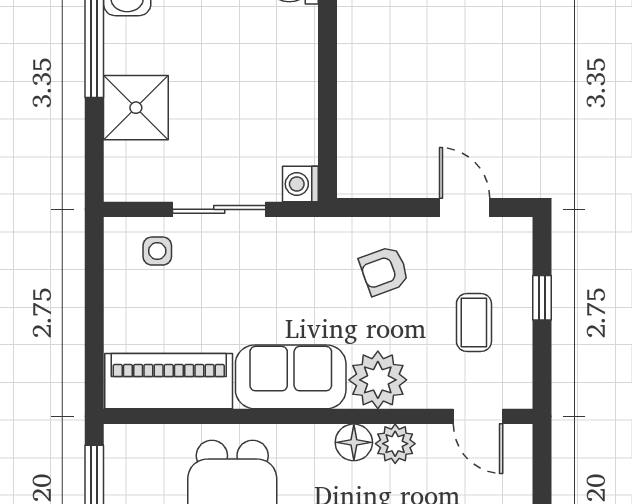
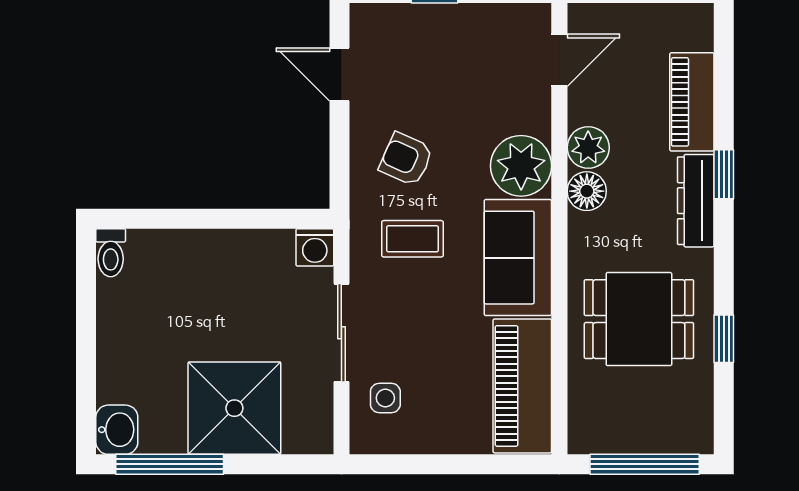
shower: (136, 108) -> (234, 408), width x1.37, depth x1.37
door: (465, 207) -> (340, 75), hinge flipped
armchair: (384, 271) -> (406, 159), turned 134
coffee table: (474, 323) -> (413, 239), moved

